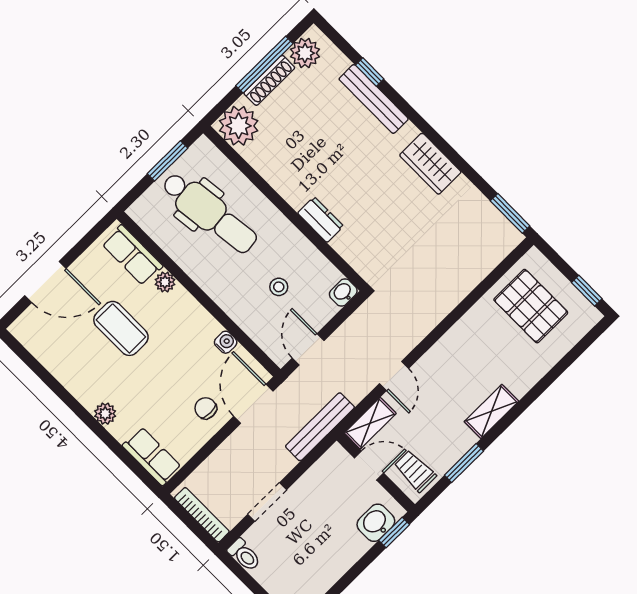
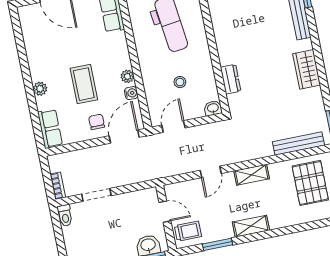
dresser: (321, 220) -> (231, 79), moved
plant: (165, 282) -> (127, 76), moved
coffee table: (121, 328) -> (84, 84), moved
shelving: (370, 423) -> (252, 175), moved
bench: (320, 427) -> (298, 143), moved
trolley: (415, 471) -> (188, 231), turned 90
bookcase: (202, 515) -> (58, 186), width x0.64

